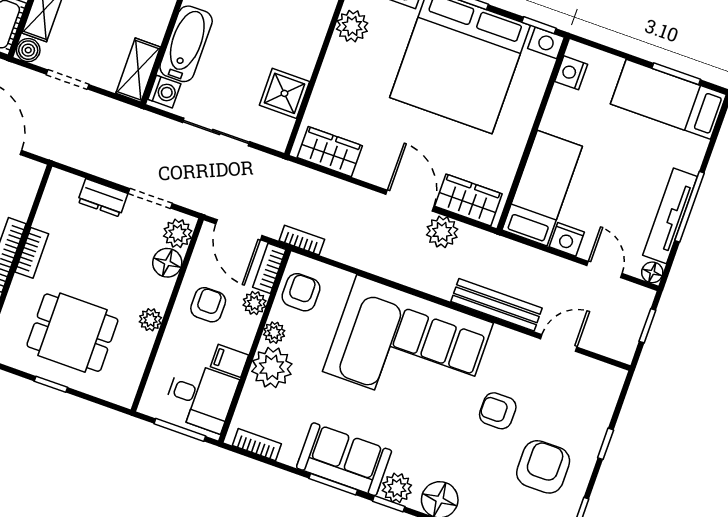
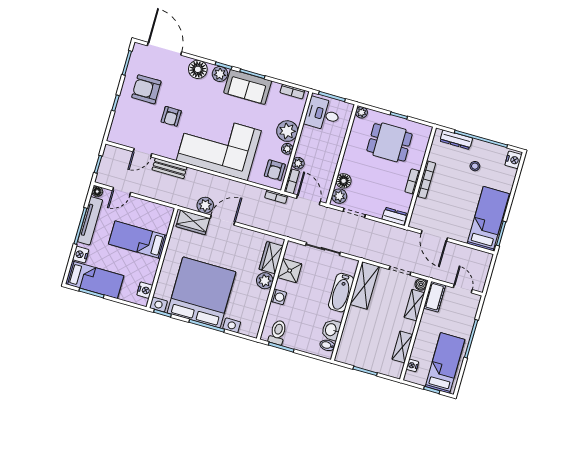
plant: (352, 26) -> (265, 281), moved
shelving: (138, 70) -> (365, 285), width x1.50, depth x1.33
washing machine: (164, 92) -> (279, 297), moved, turned 180
wardrobe: (330, 152) -> (271, 258), moved, turned 90
bed: (542, 188) -> (138, 240), moved, turned 90
dresser: (103, 198) -> (395, 216), moved
door: (410, 201) -> (223, 220), swing flipped
nightstand: (567, 239) -> (81, 255), moved, turned -90
door: (604, 270) -> (122, 191), hinge flipped
armchair: (208, 305) -> (322, 161), removed
bench: (496, 305) -> (169, 168), width x0.73
plant: (150, 320) -> (361, 112), moved
filing cabinet: (229, 361) -> (309, 133), removed
armchair: (498, 411) -> (171, 116), turned 90
armchair: (543, 467) -> (146, 89), turned 90

